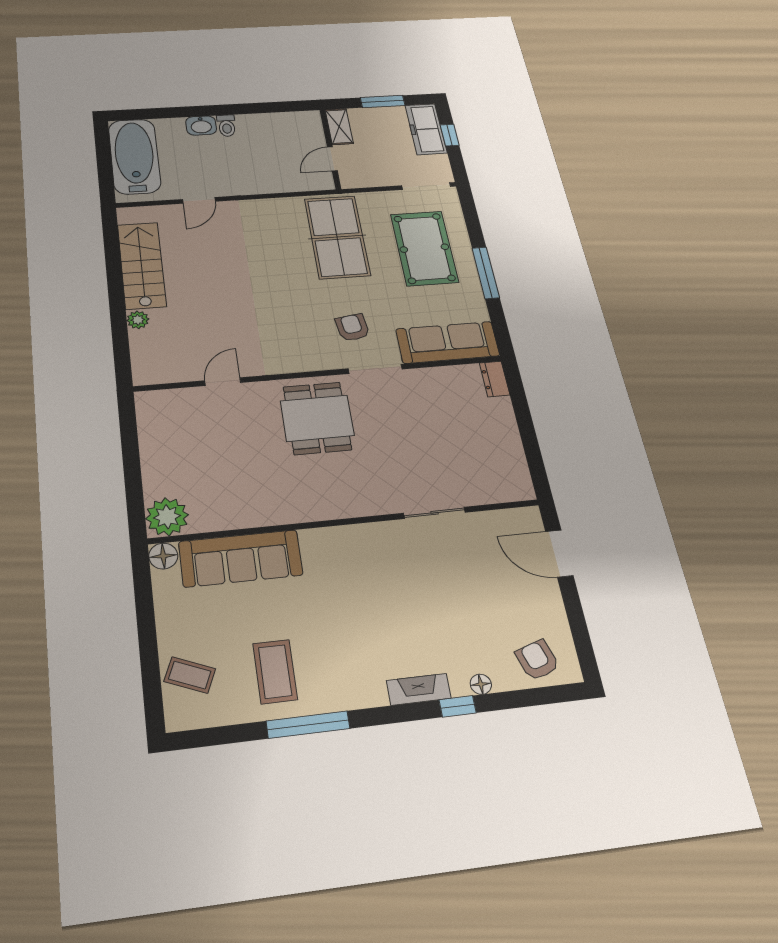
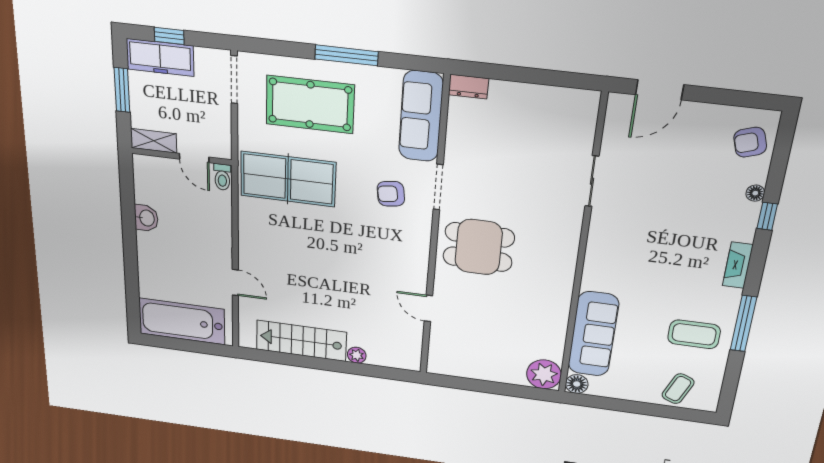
washbasin: (201, 126) -> (146, 218), moved
toilet: (227, 126) -> (222, 177), moved, turned 90
fireplace: (419, 689) -> (738, 265), moved

